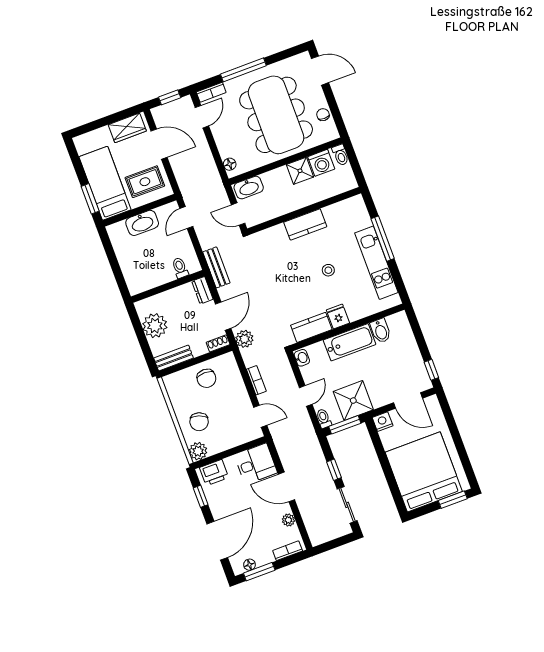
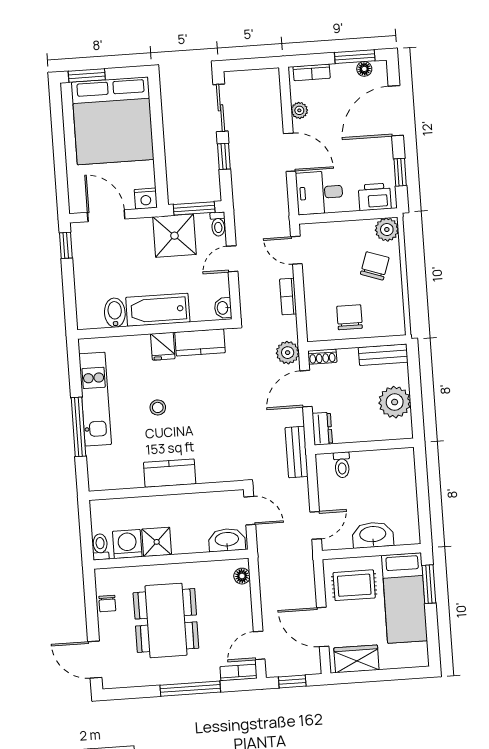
dining table: (276, 115) -> (166, 620), width x0.73, depth x0.80

